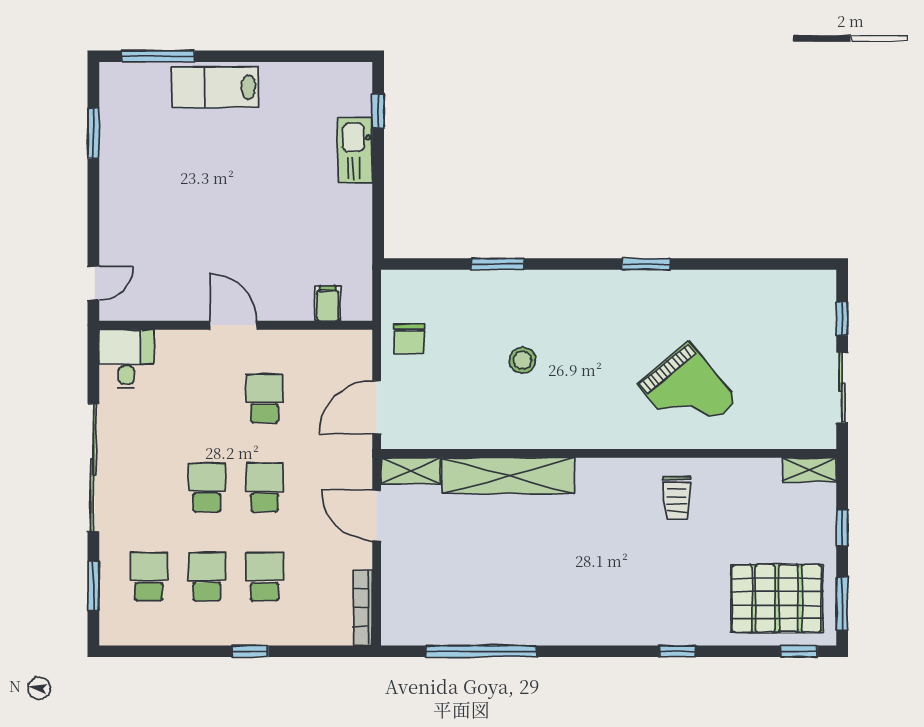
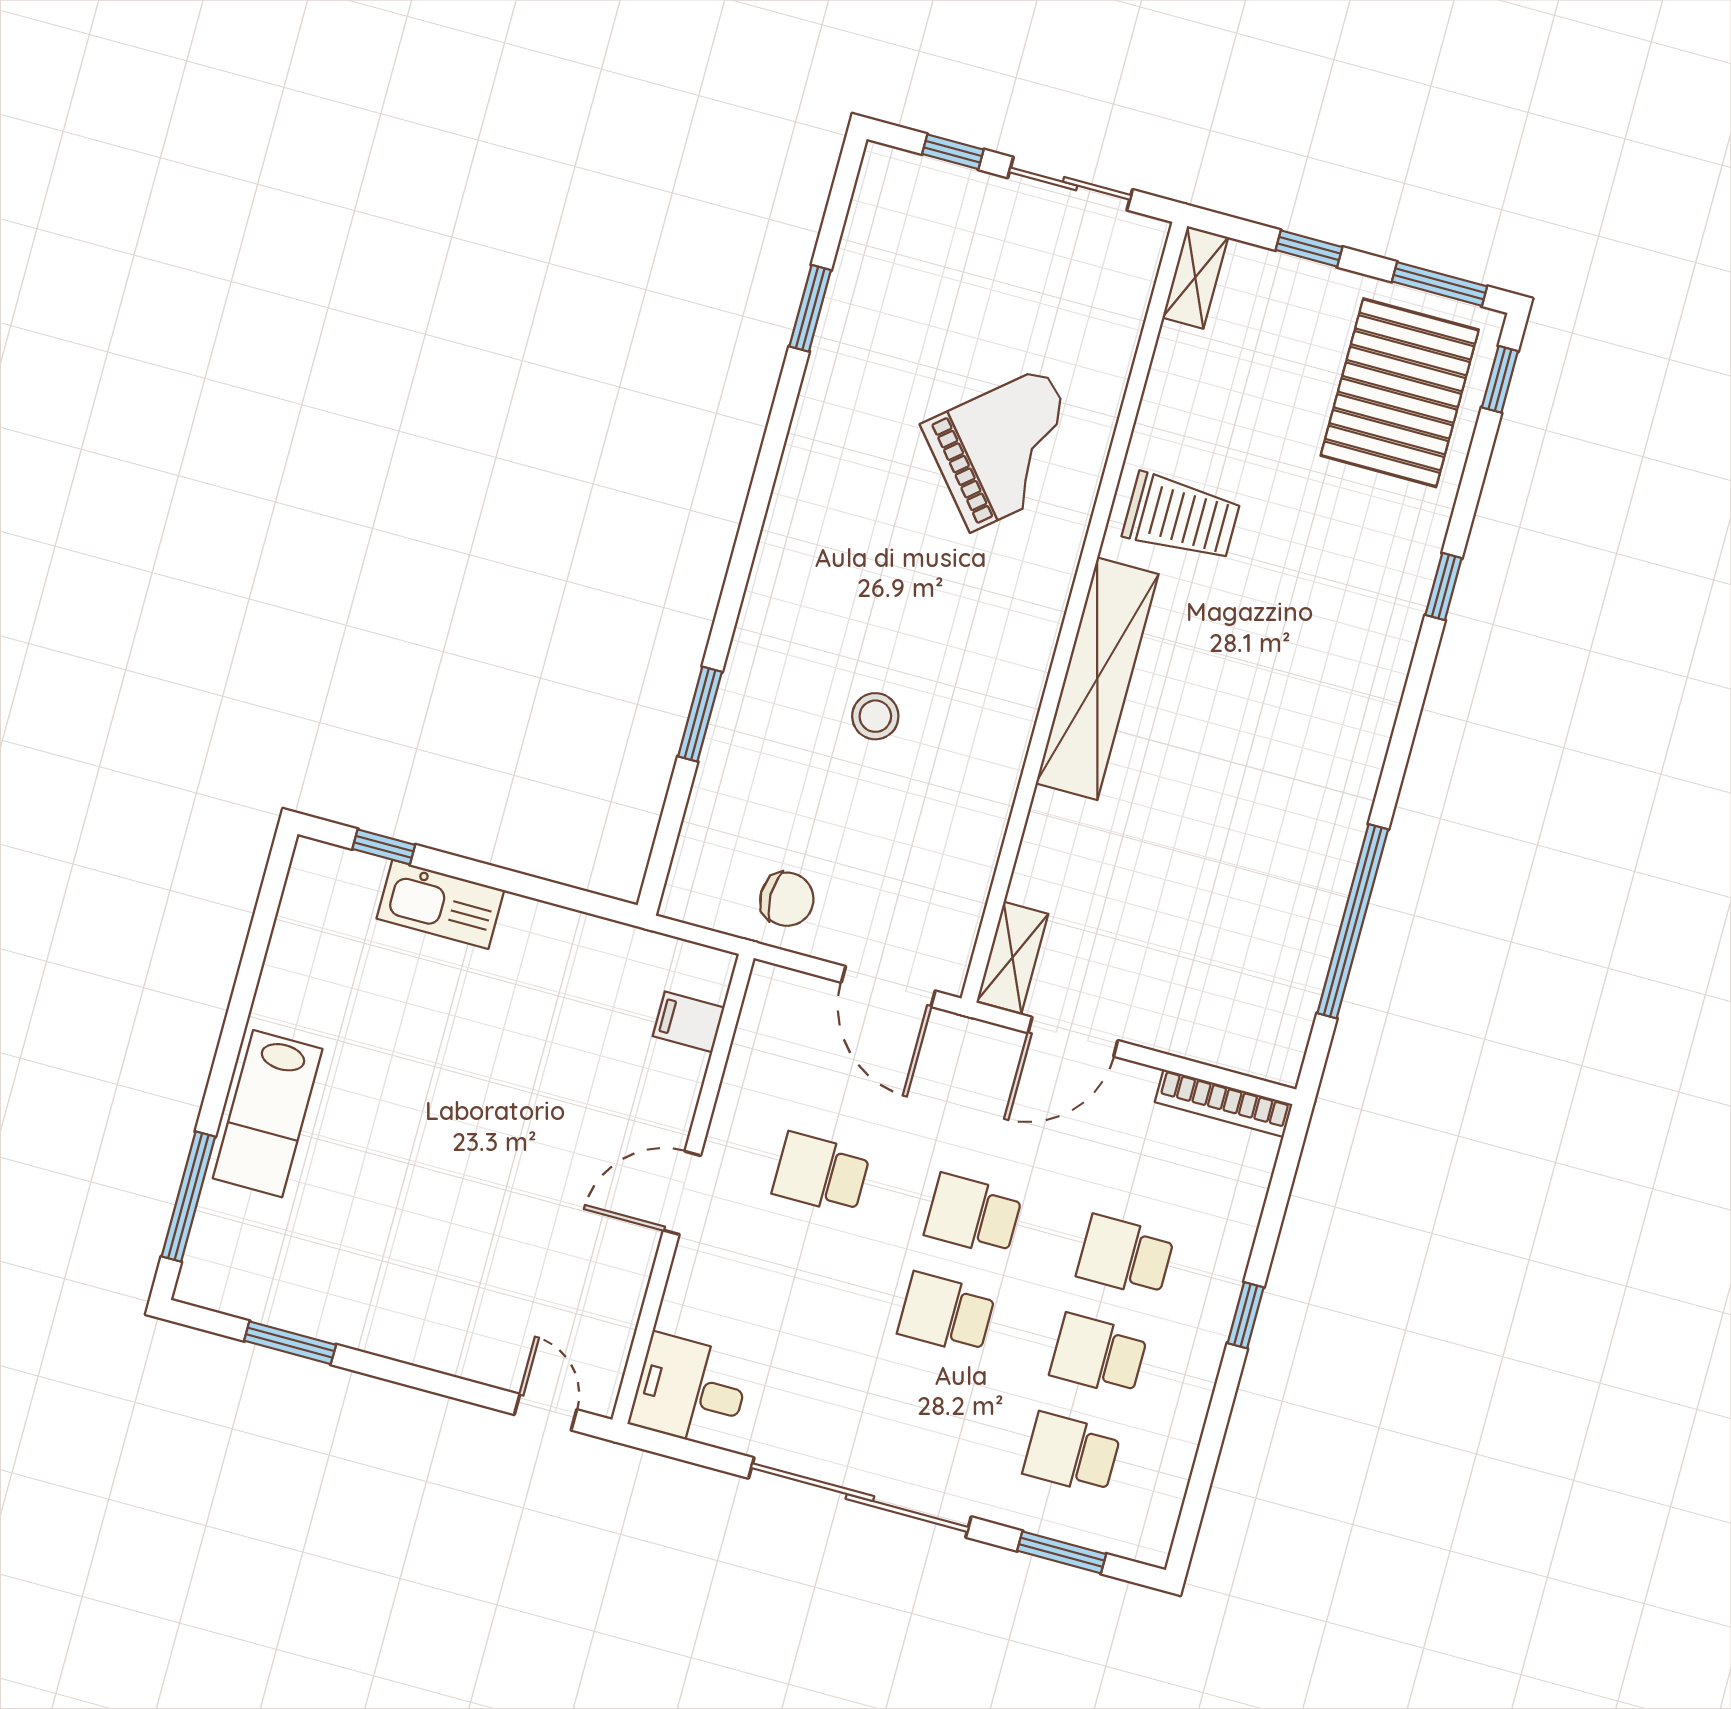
window: (646, 264) -> (810, 308), moved
shelving: (509, 476) -> (1097, 679), moved
trolley: (676, 498) -> (1181, 517), width x1.36, depth x1.39

